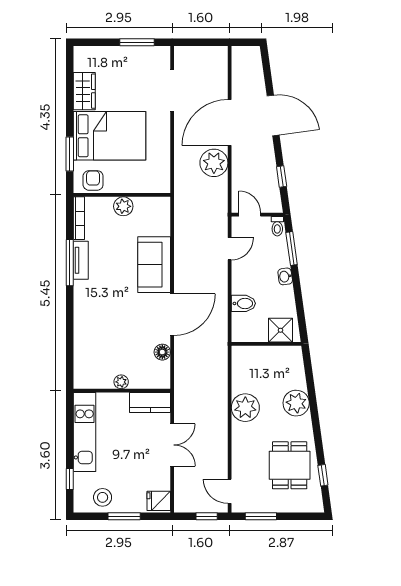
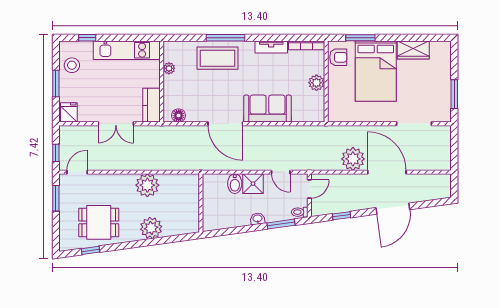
window: (70, 263) -> (226, 38), moved
coffee table: (94, 324) -> (217, 58), added
shower: (280, 330) -> (253, 184), moved
floor lamp: (162, 352) -> (179, 115), moved
plant: (121, 382) -> (169, 68), moved

